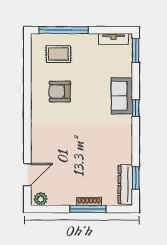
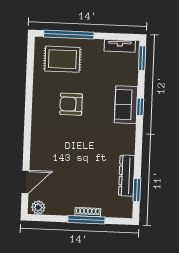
rug: (58, 54) -> (62, 59), width x1.36, depth x1.43
armchair: (60, 92) -> (71, 104), moved
window: (136, 108) -> (140, 107), moved
dresser: (125, 184) -> (127, 176), moved

